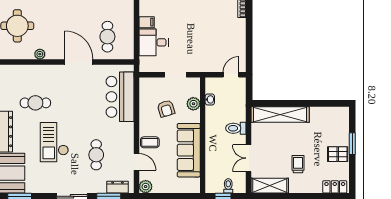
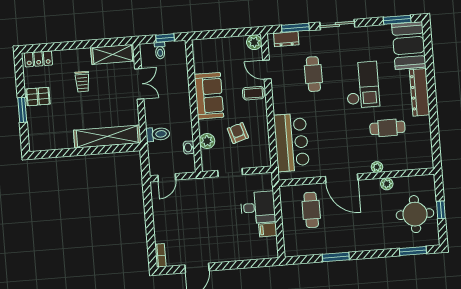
plant: (47, 69) -> (377, 167), added
toilet: (236, 128) -> (158, 134), moved
sofa: (189, 150) -> (209, 96), width x0.73

